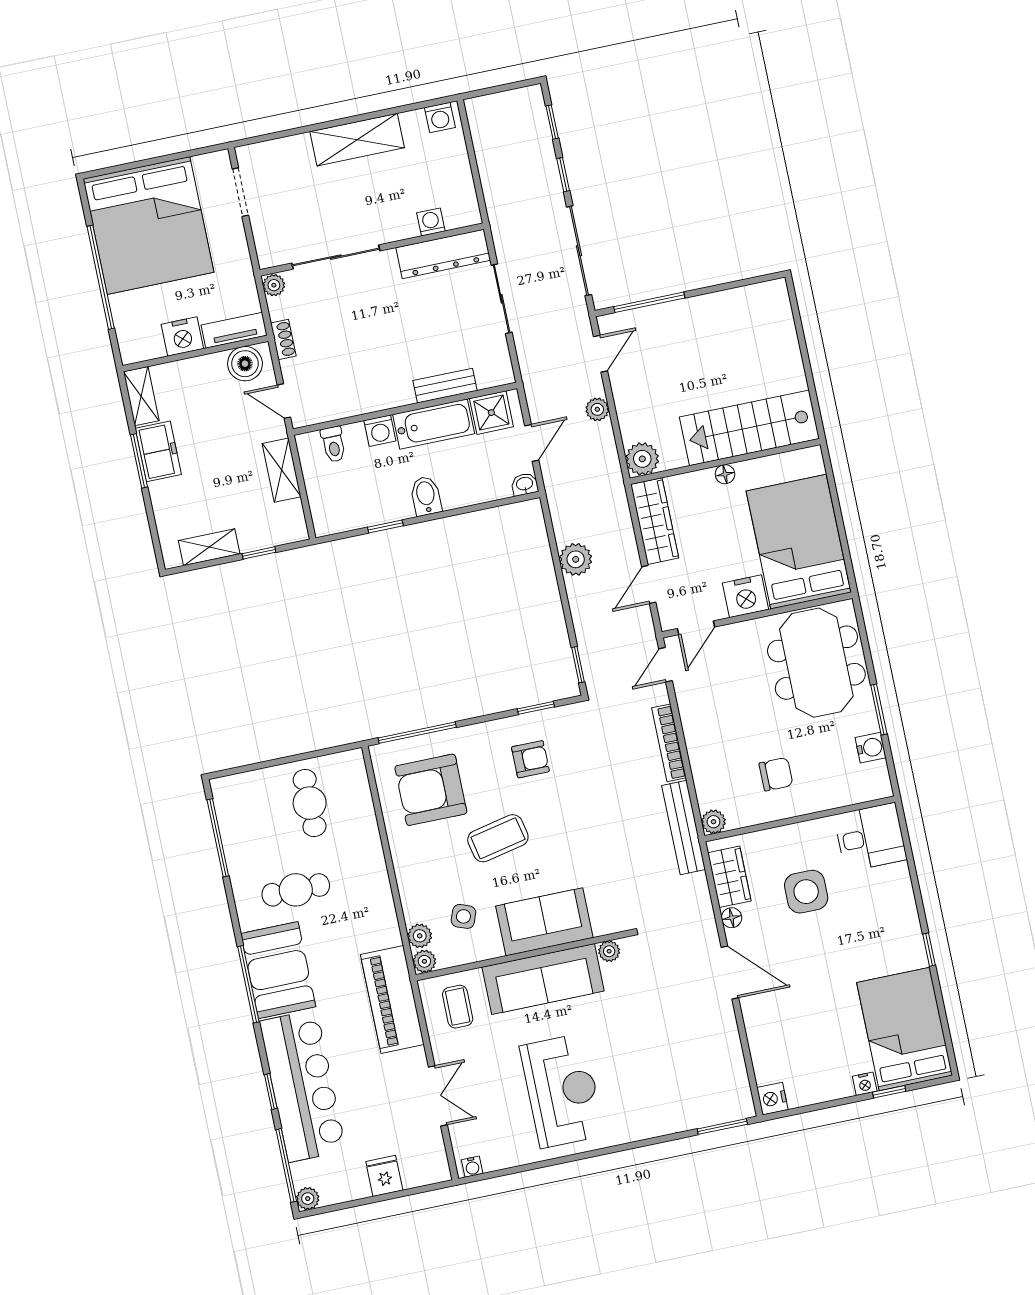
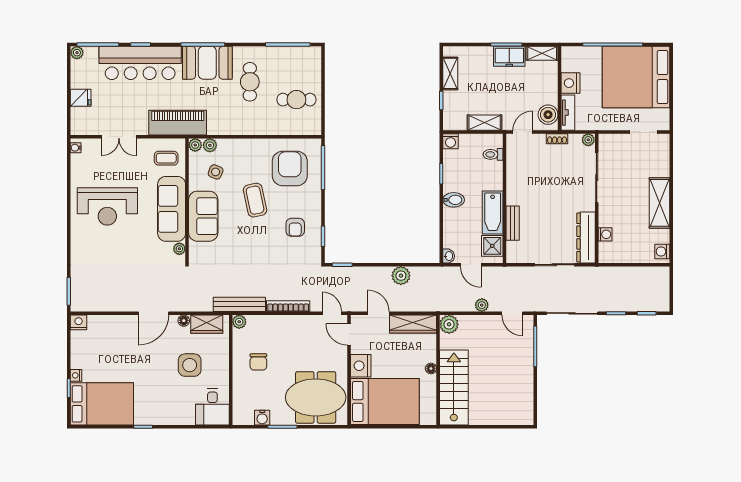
washing machine: (380, 431) -> (451, 141), moved, turned -90

